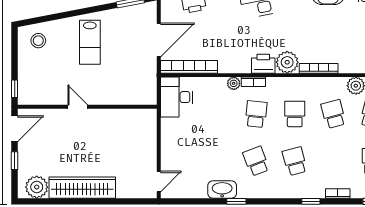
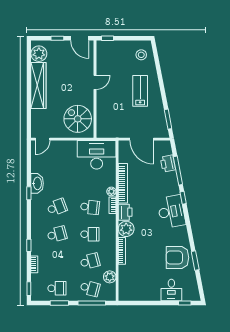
lab bench: (90, 42) -> (140, 91), turned 90
bookcase: (189, 67) -> (123, 183), moved
desk: (176, 97) -> (97, 155), width x1.36, depth x1.30
spiral stairs: (130, 131) -> (78, 119), added
door: (159, 182) -> (43, 139), hinge flipped

